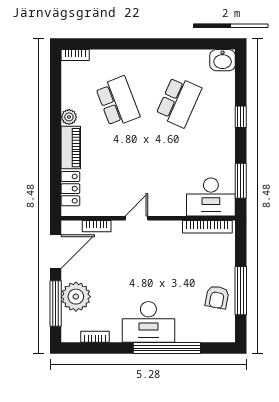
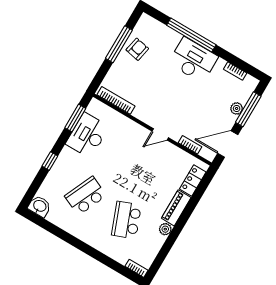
desk: (211, 197) -> (87, 135), moved, turned -90
plant: (76, 297) -> (237, 108), width x0.53, depth x0.53

